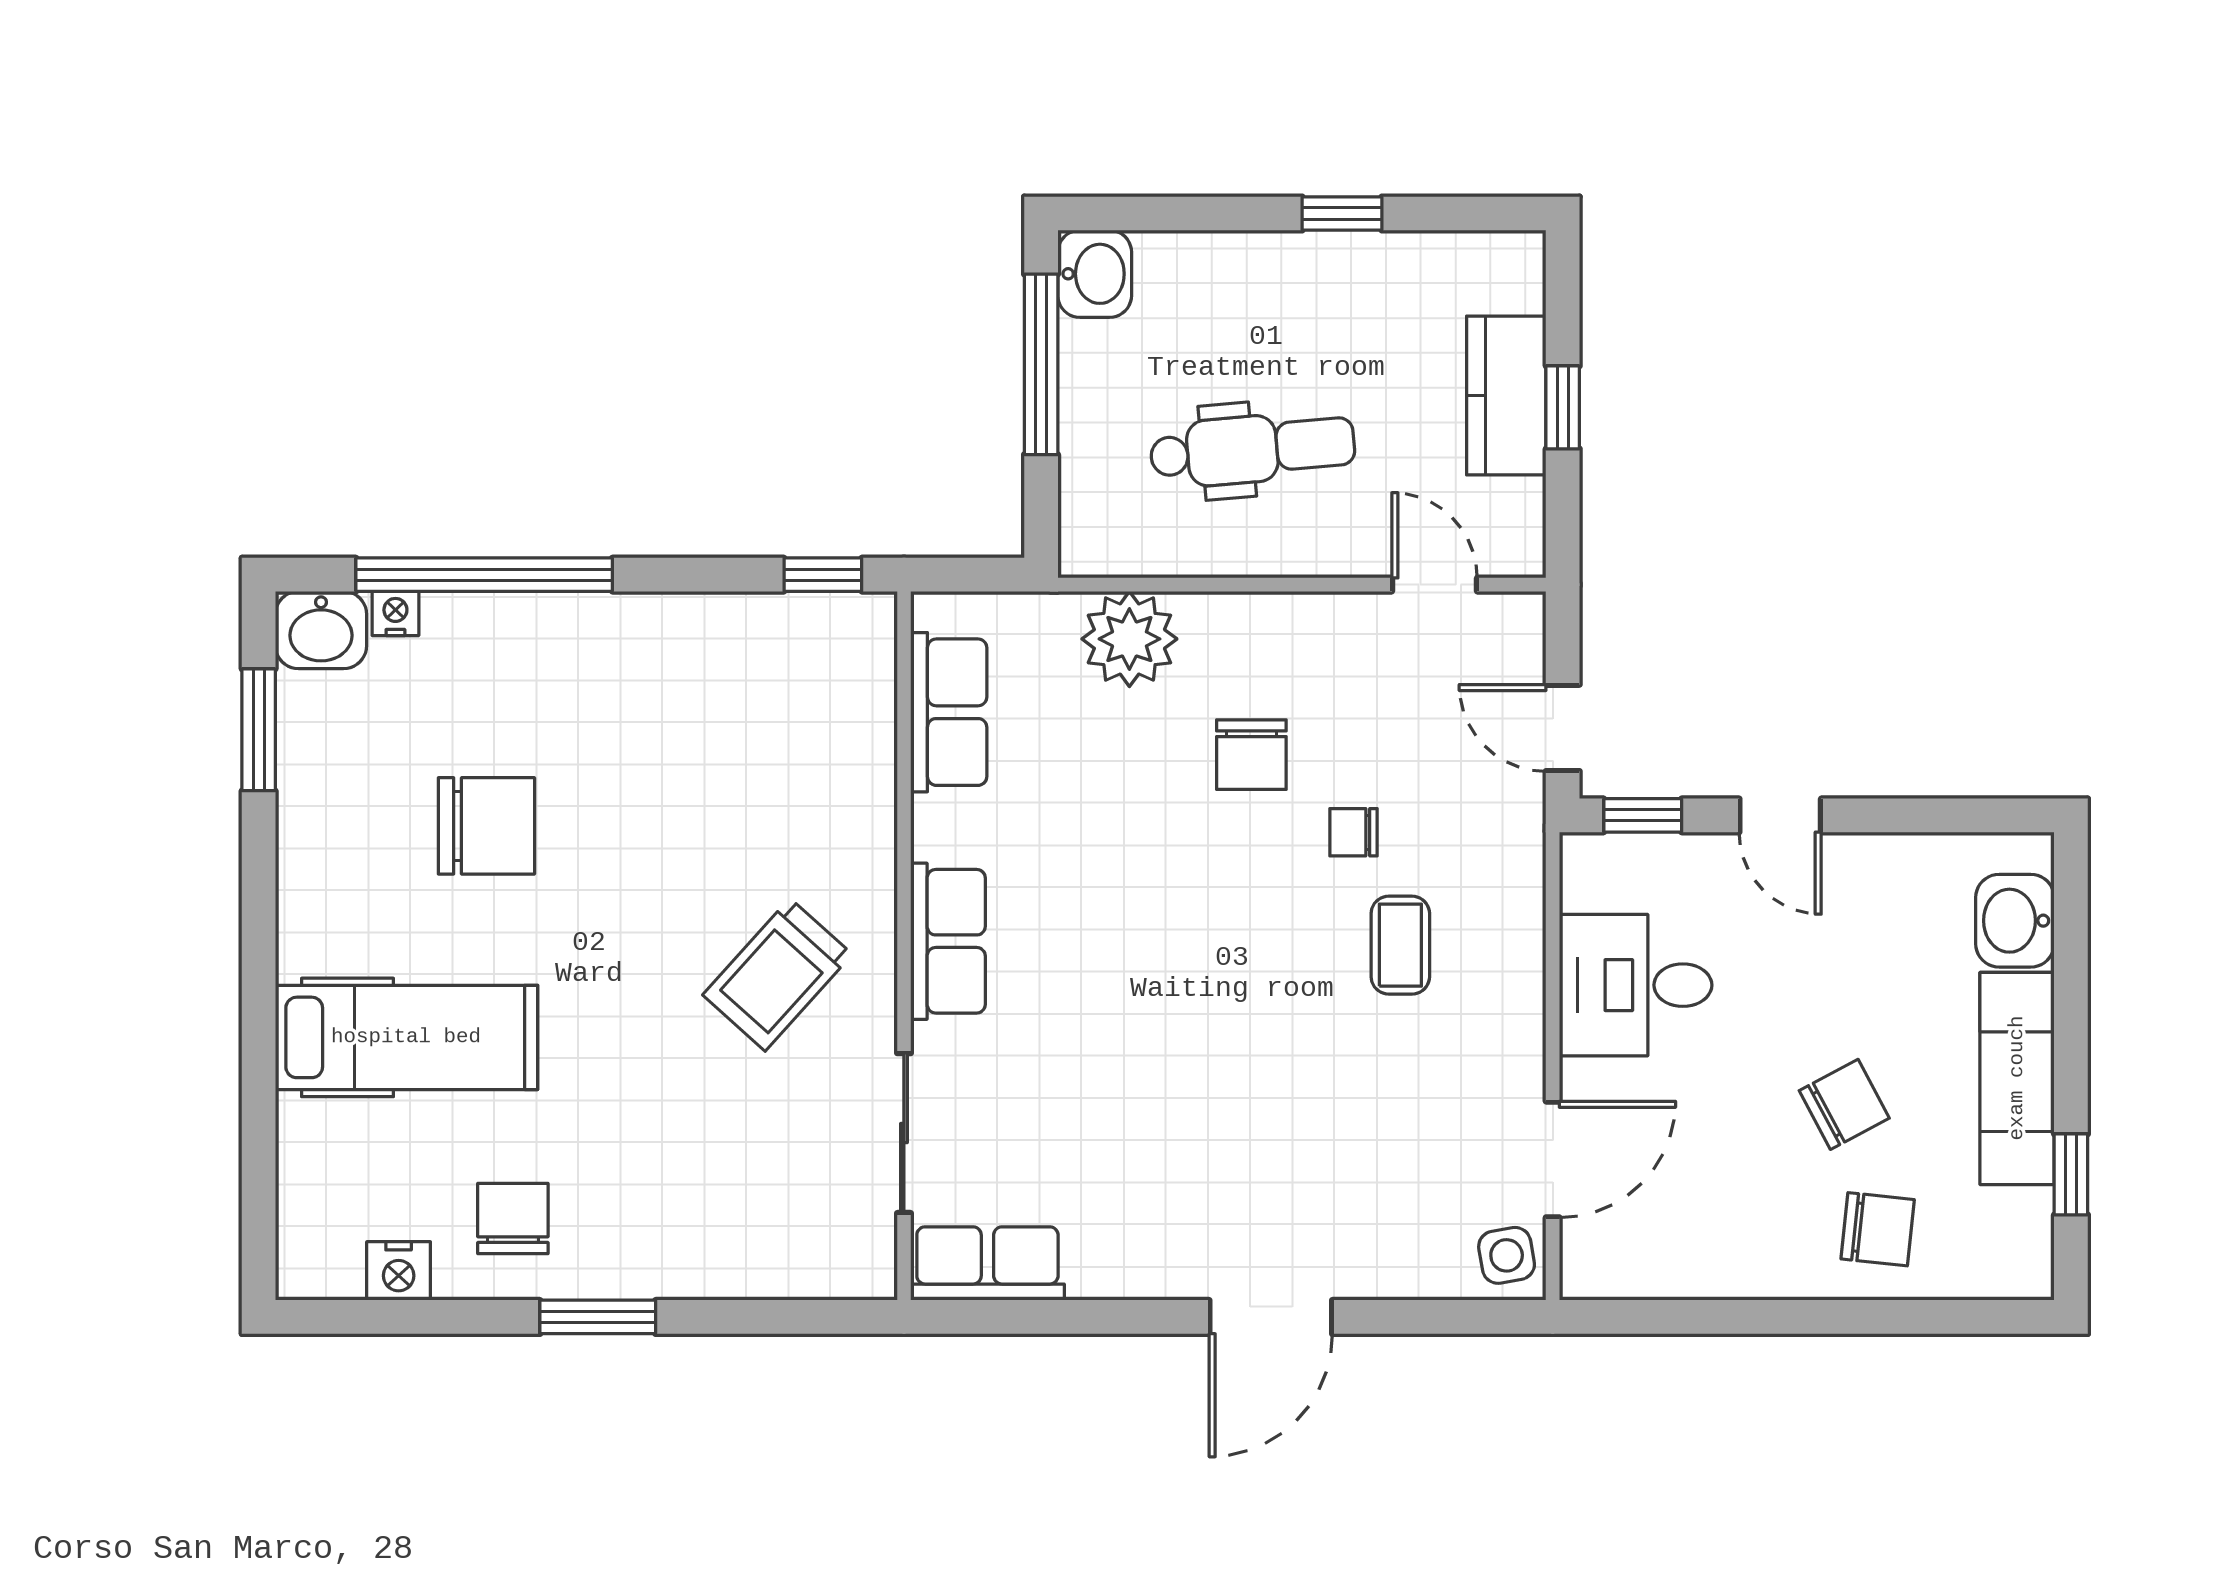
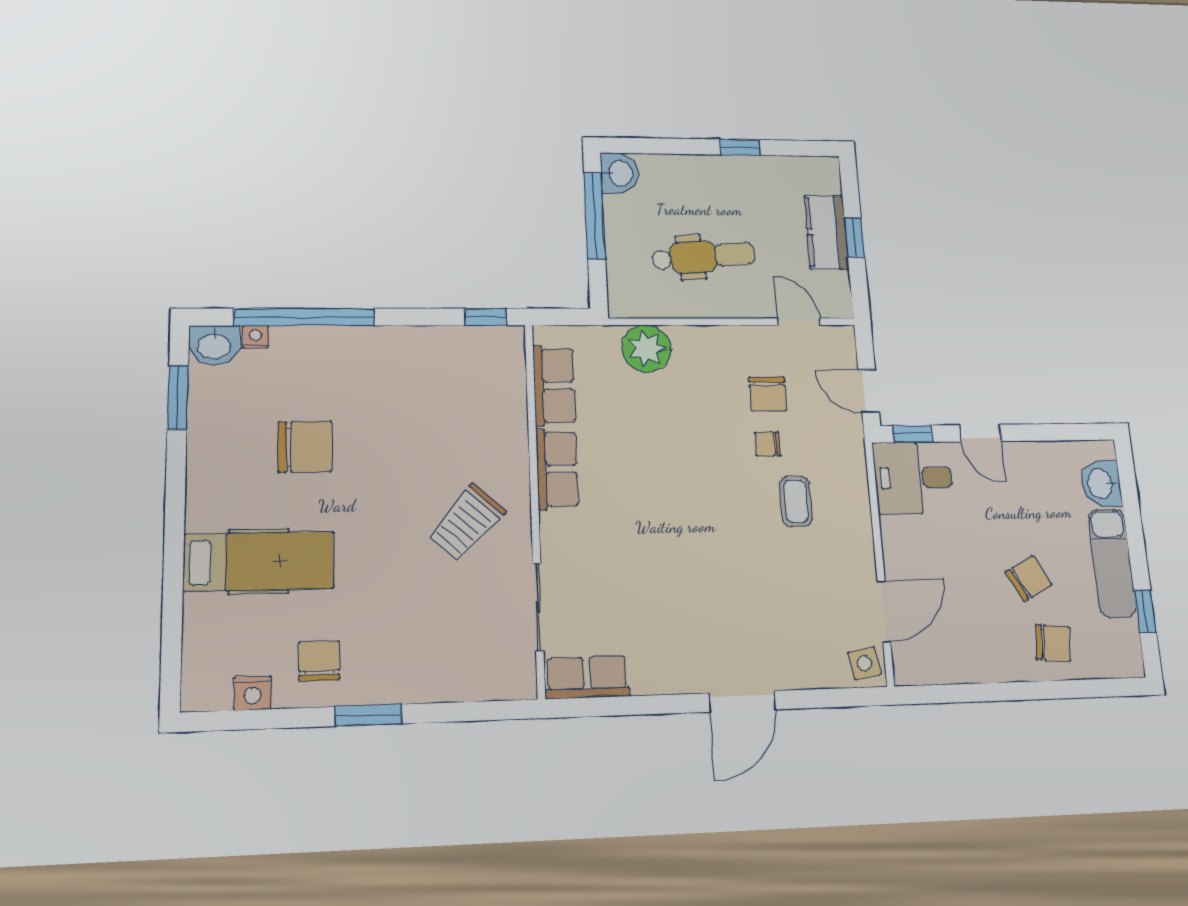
chair: (1251, 755) -> (768, 394), moved
row of seats: (948, 941) -> (557, 469), moved
desk: (1636, 985) -> (913, 478), moved

